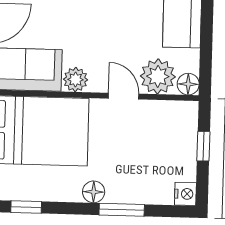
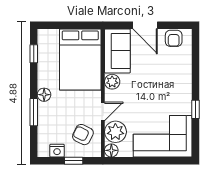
armchair: (161, 130) -> (83, 135), added
nightstand: (185, 194) -> (57, 151), moved

